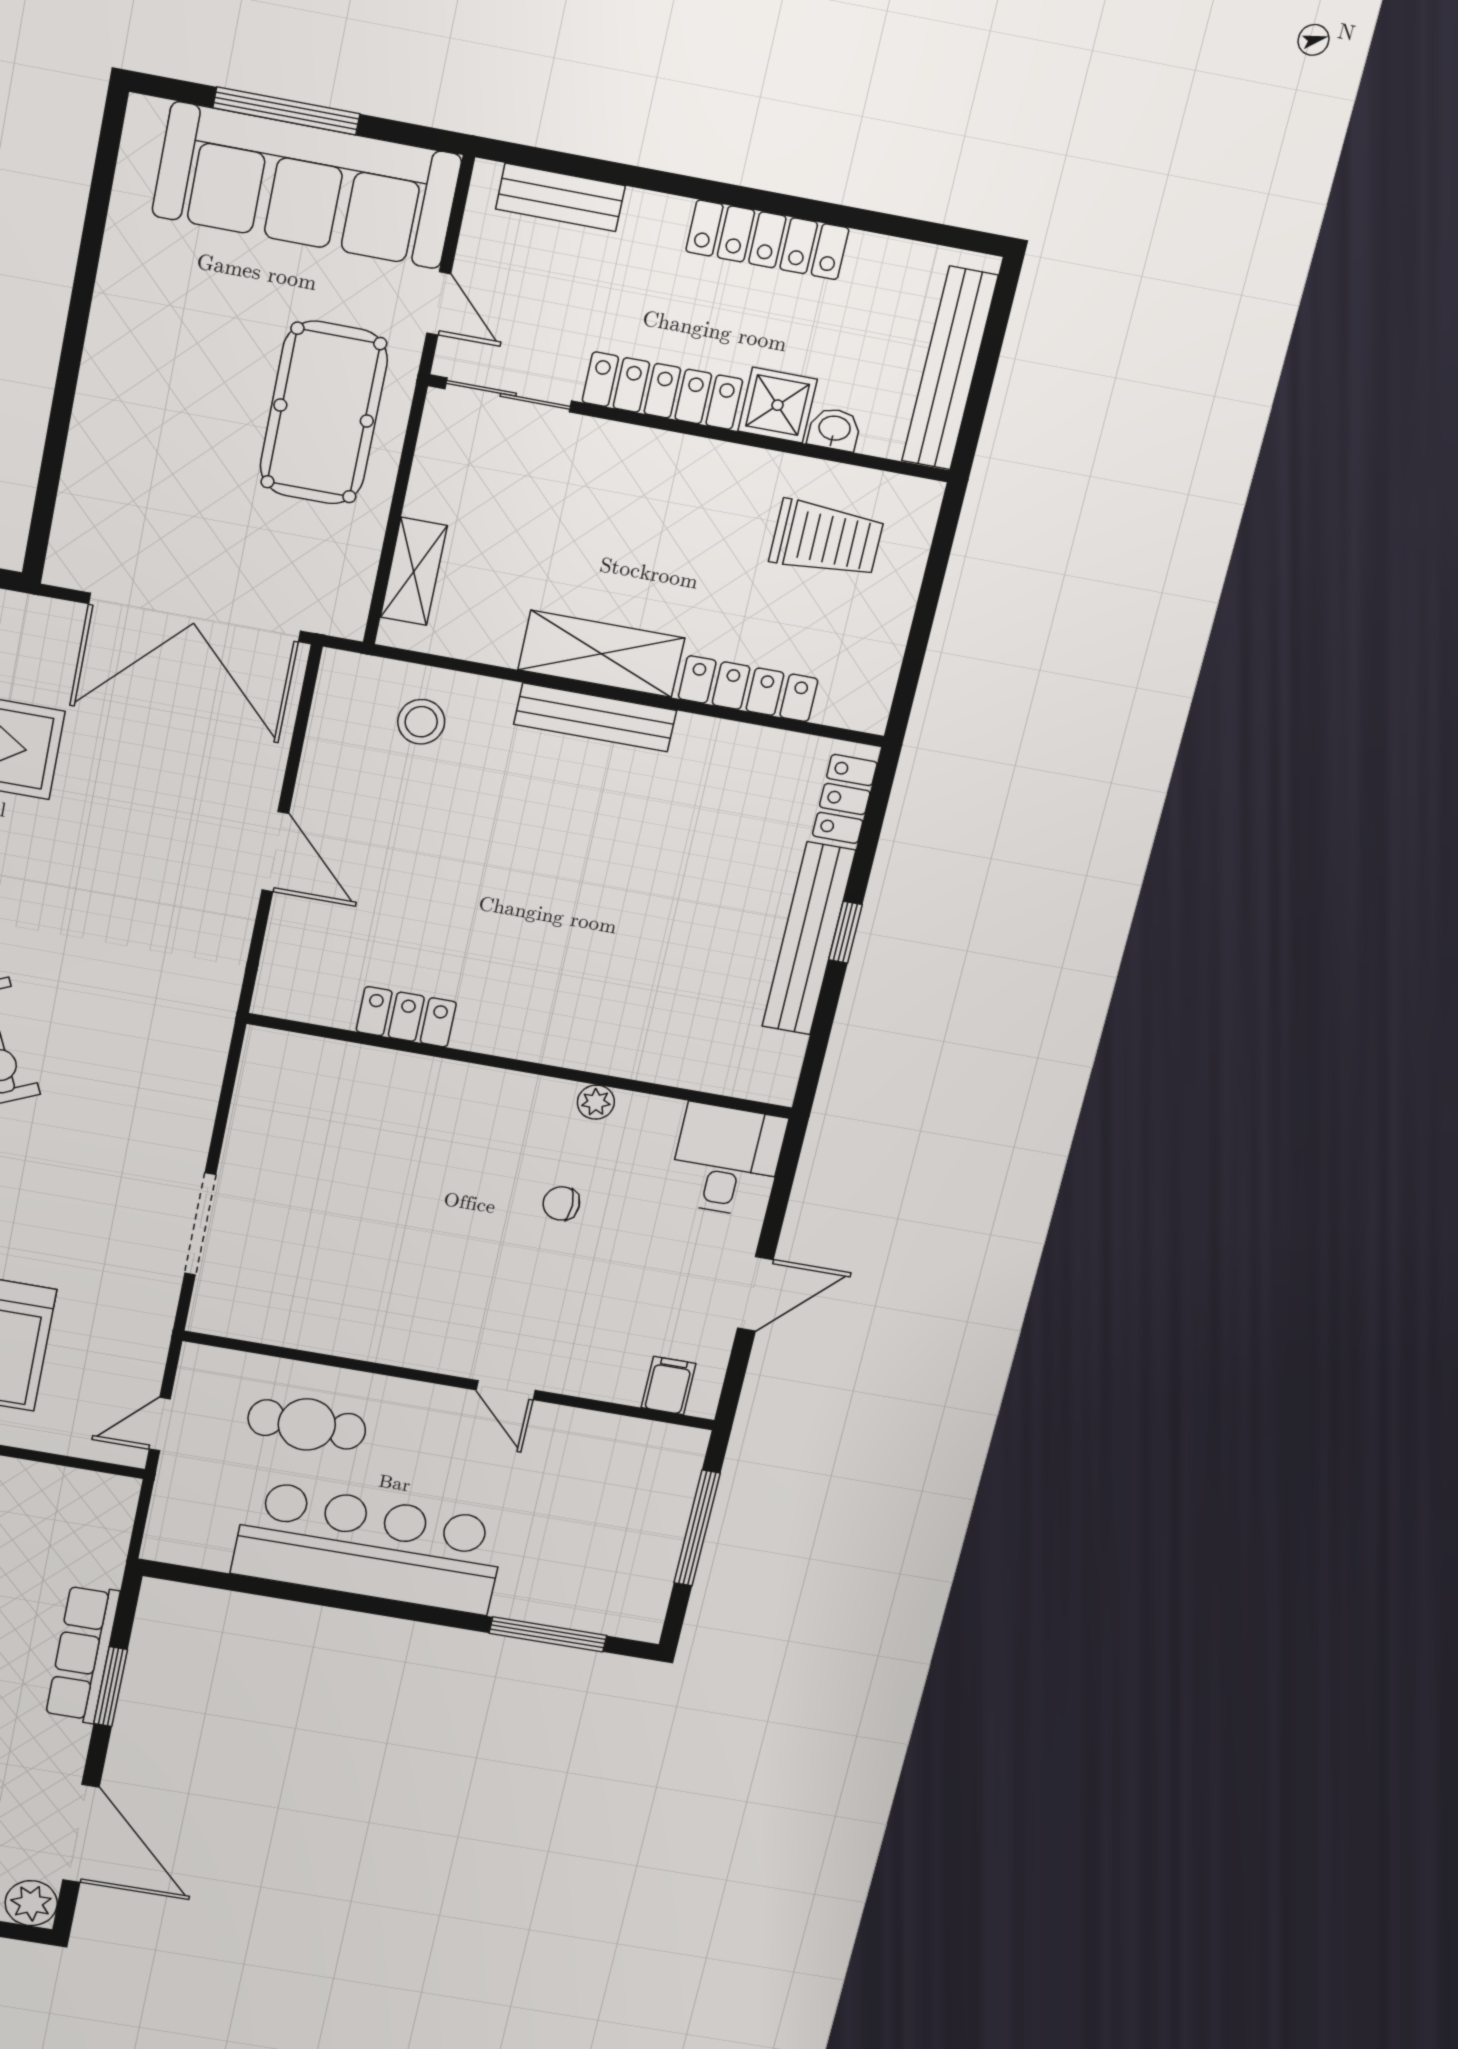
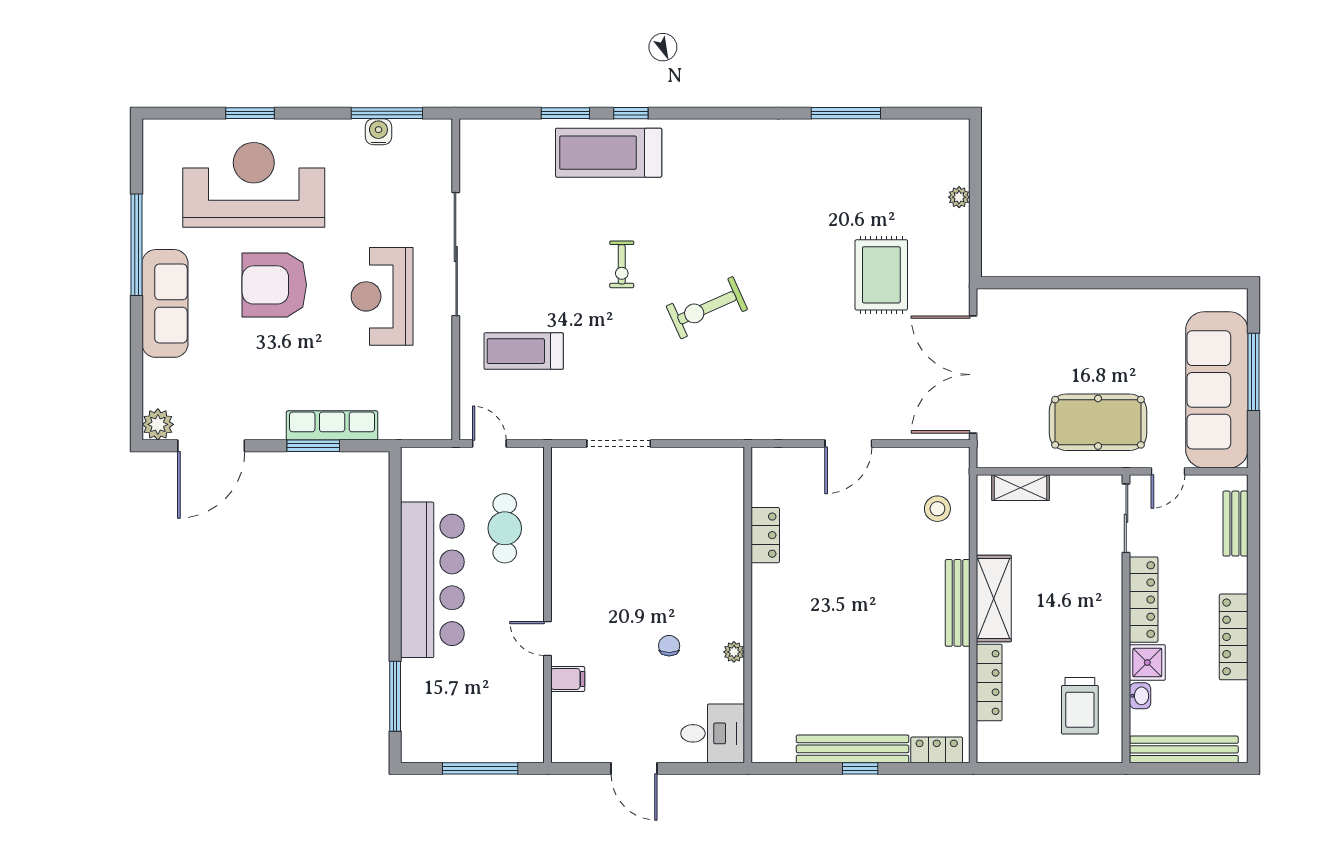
filing cabinet: (669, 1386) -> (568, 679), moved
door: (506, 1390) -> (548, 638), hinge flipped

